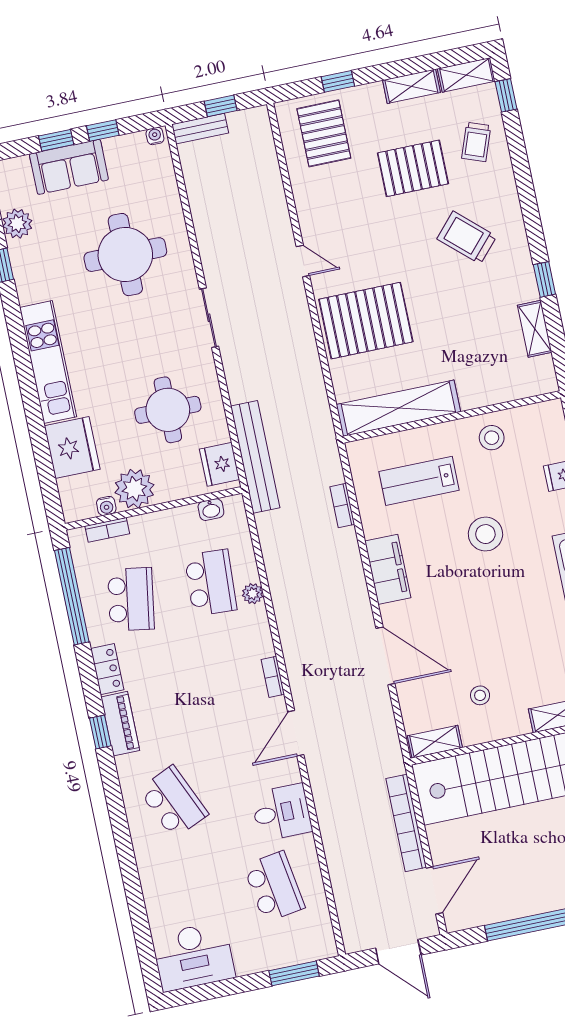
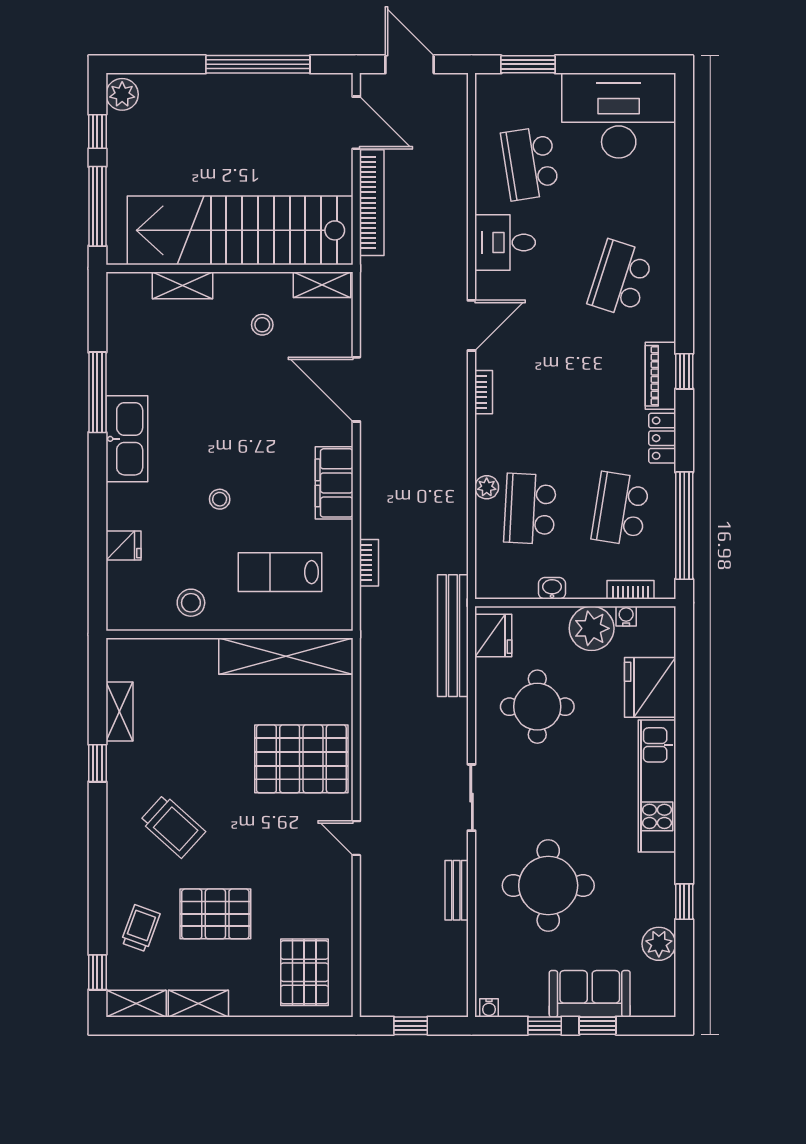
window: (338, 81) -> (277, 1026), removed
bench: (200, 129) -> (457, 890), moved, turned 90
lab bench: (419, 481) -> (280, 572), turned 180
washbasin: (211, 510) -> (552, 588), moved
stool: (485, 534) -> (220, 499), width x0.53, depth x0.53
school desk: (173, 802) -> (621, 278), turned 42
door: (434, 890) -> (356, 123), swing flipped
desk: (193, 956) -> (619, 116), width x1.36, depth x1.30

